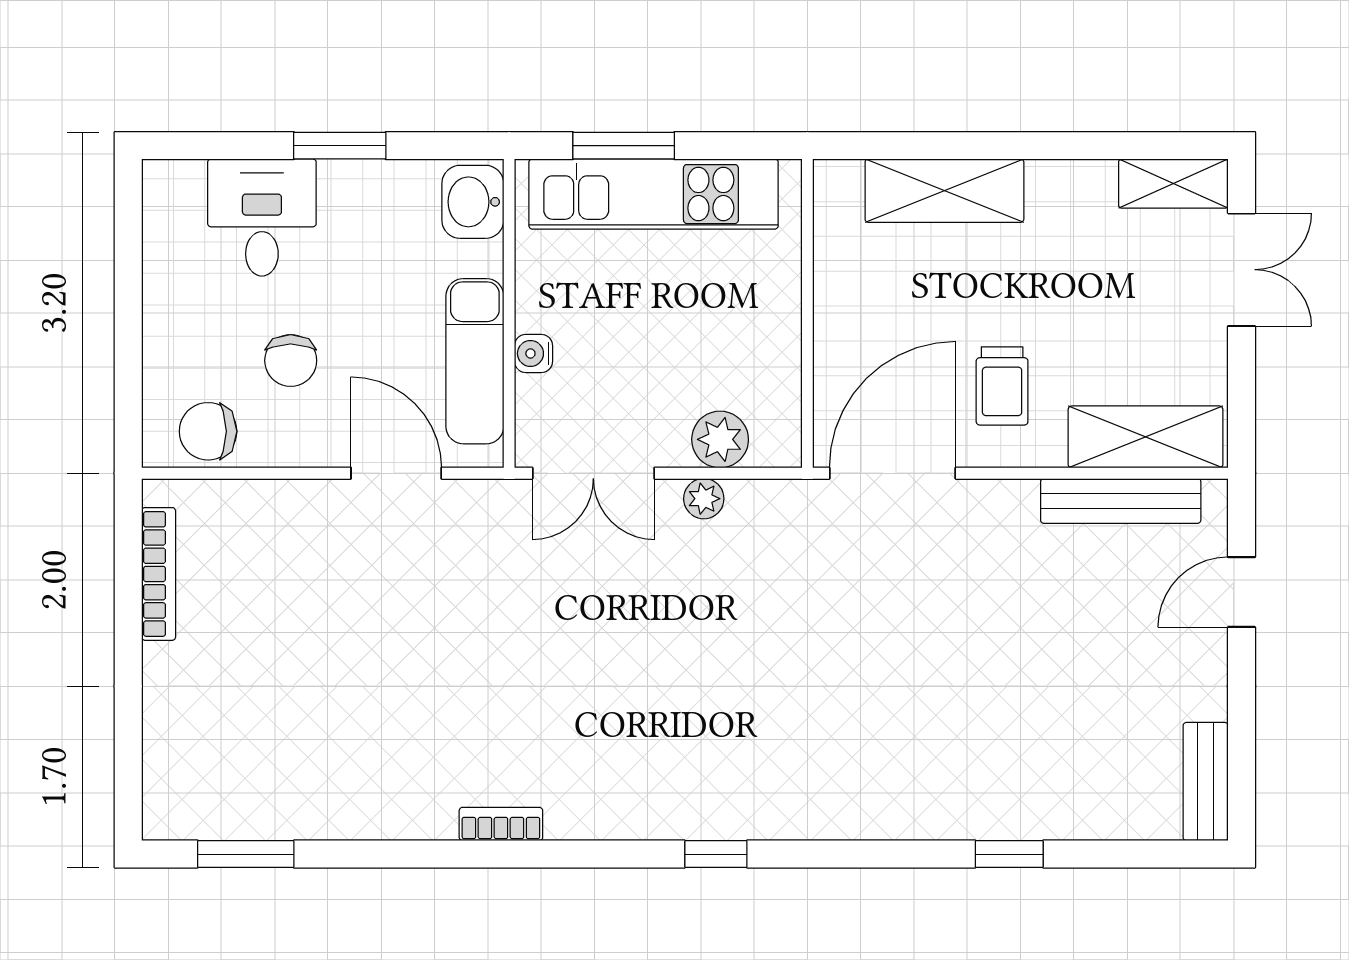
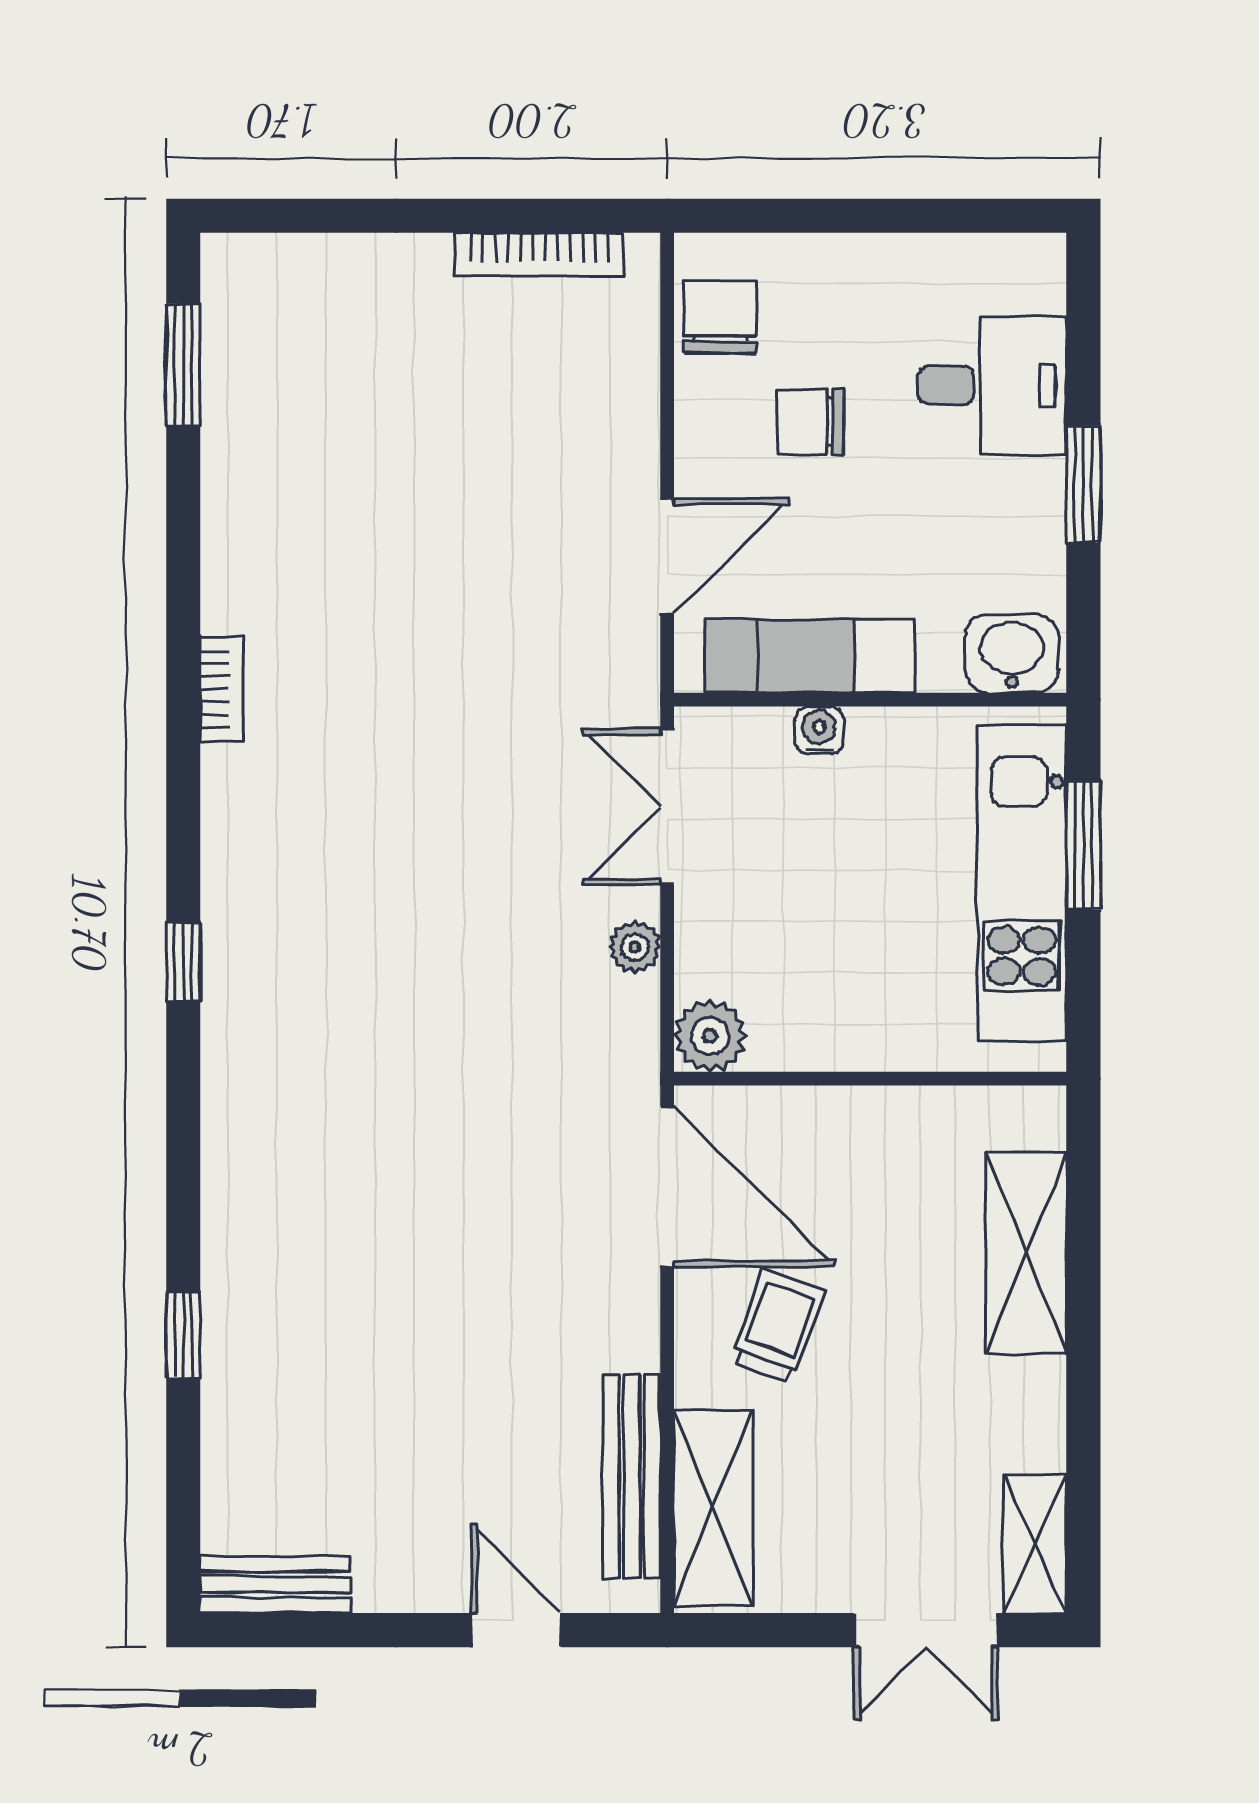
trolley: (1002, 386) -> (778, 1326), turned 110
plant: (720, 439) -> (710, 1036), moved

